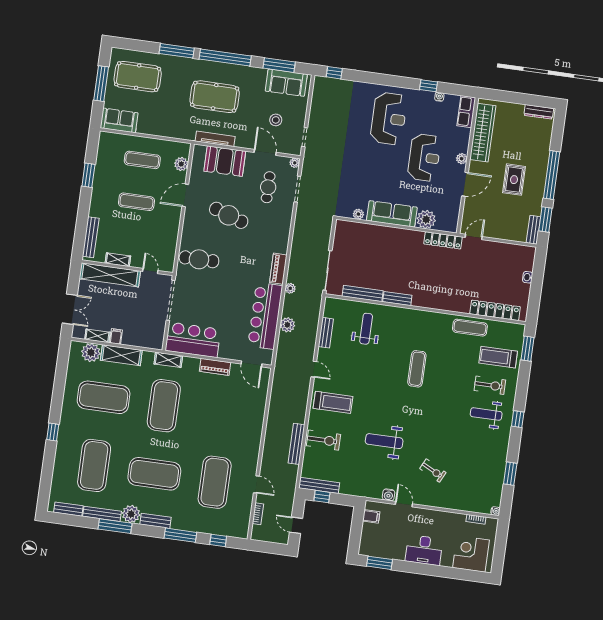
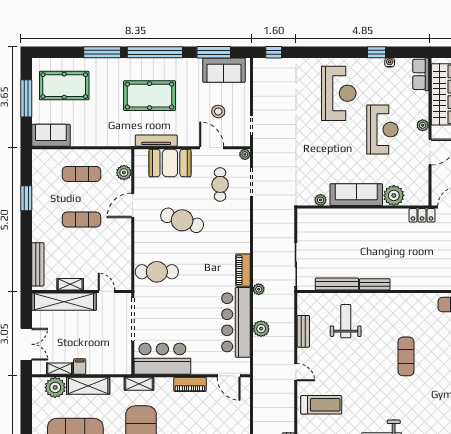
locker: (443, 240) -> (422, 215), width x0.66

